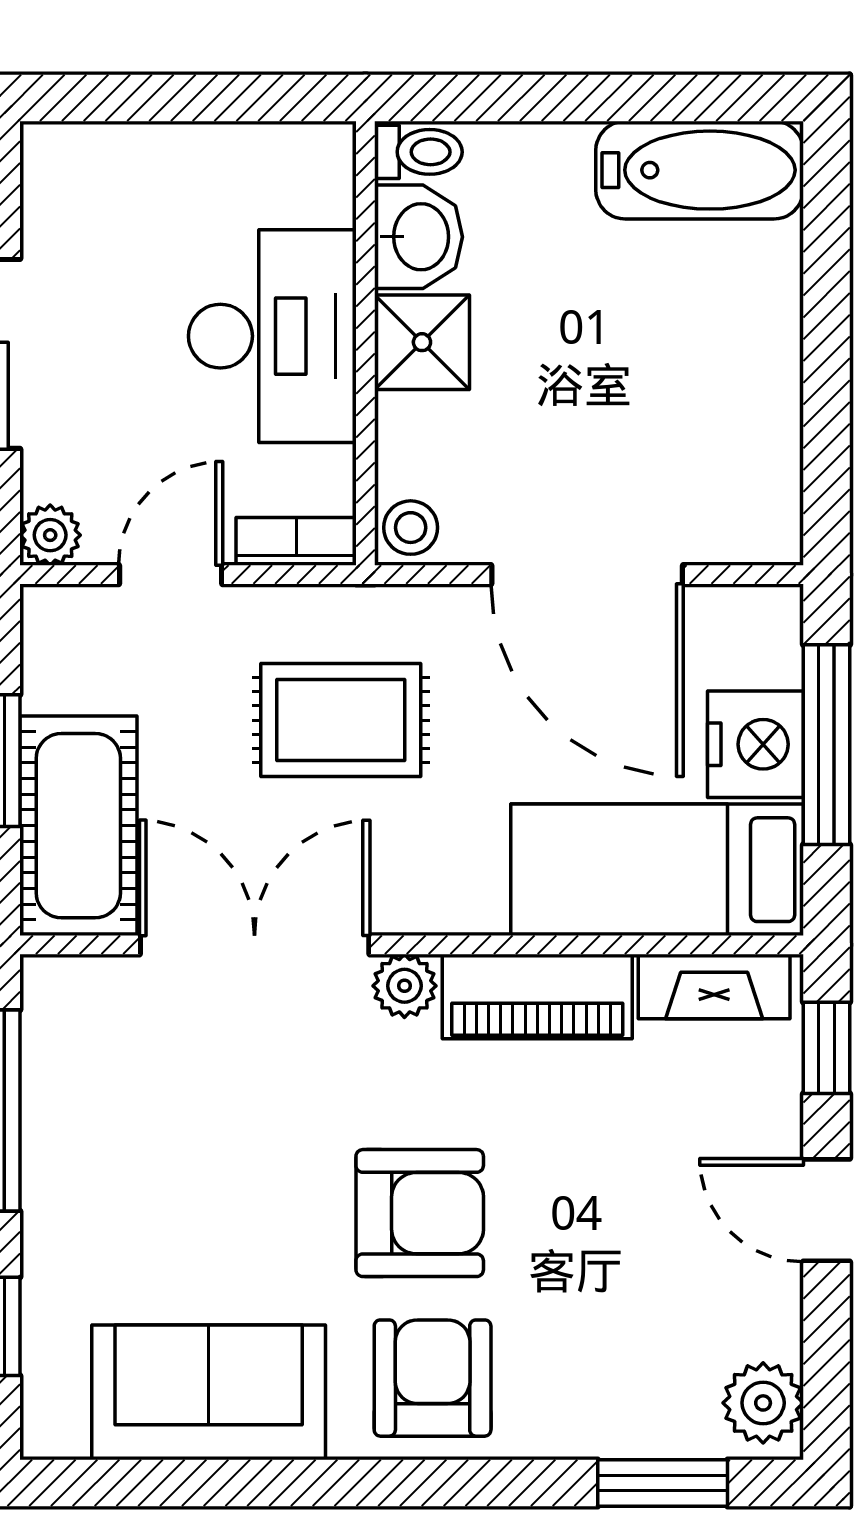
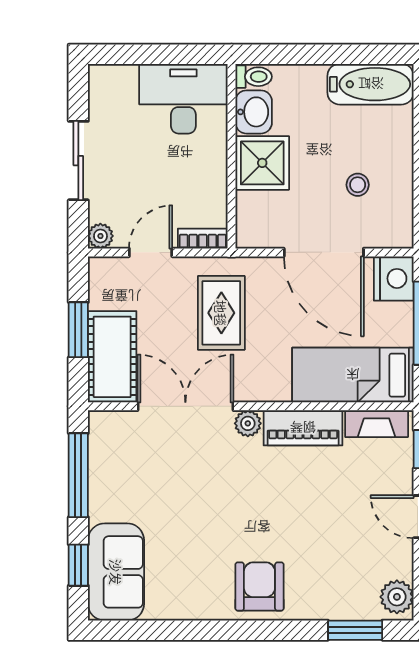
desk: (272, 336) -> (183, 99), moved, turned -90
shower: (422, 342) -> (262, 163), width x1.36, depth x1.36
stool: (411, 528) -> (358, 185), moved
rug: (341, 720) -> (221, 313), turned 90
nightstand: (755, 744) -> (394, 278), moved
armchair: (420, 1213) -> (254, 518), removed
sofa: (209, 1392) -> (116, 572), moved, turned 90

